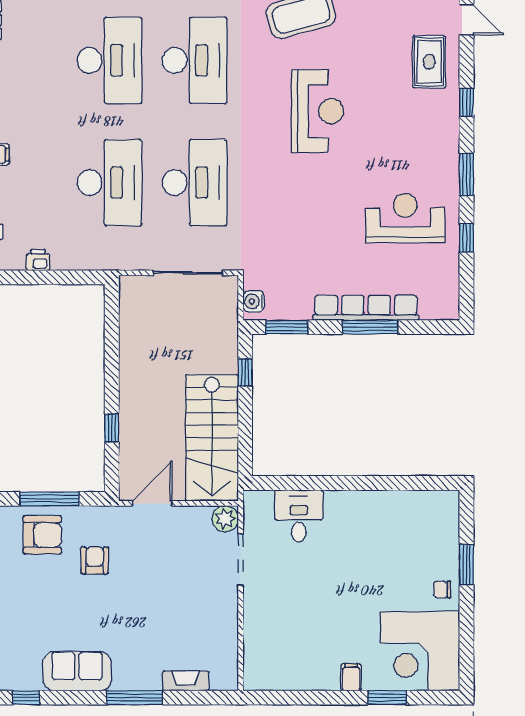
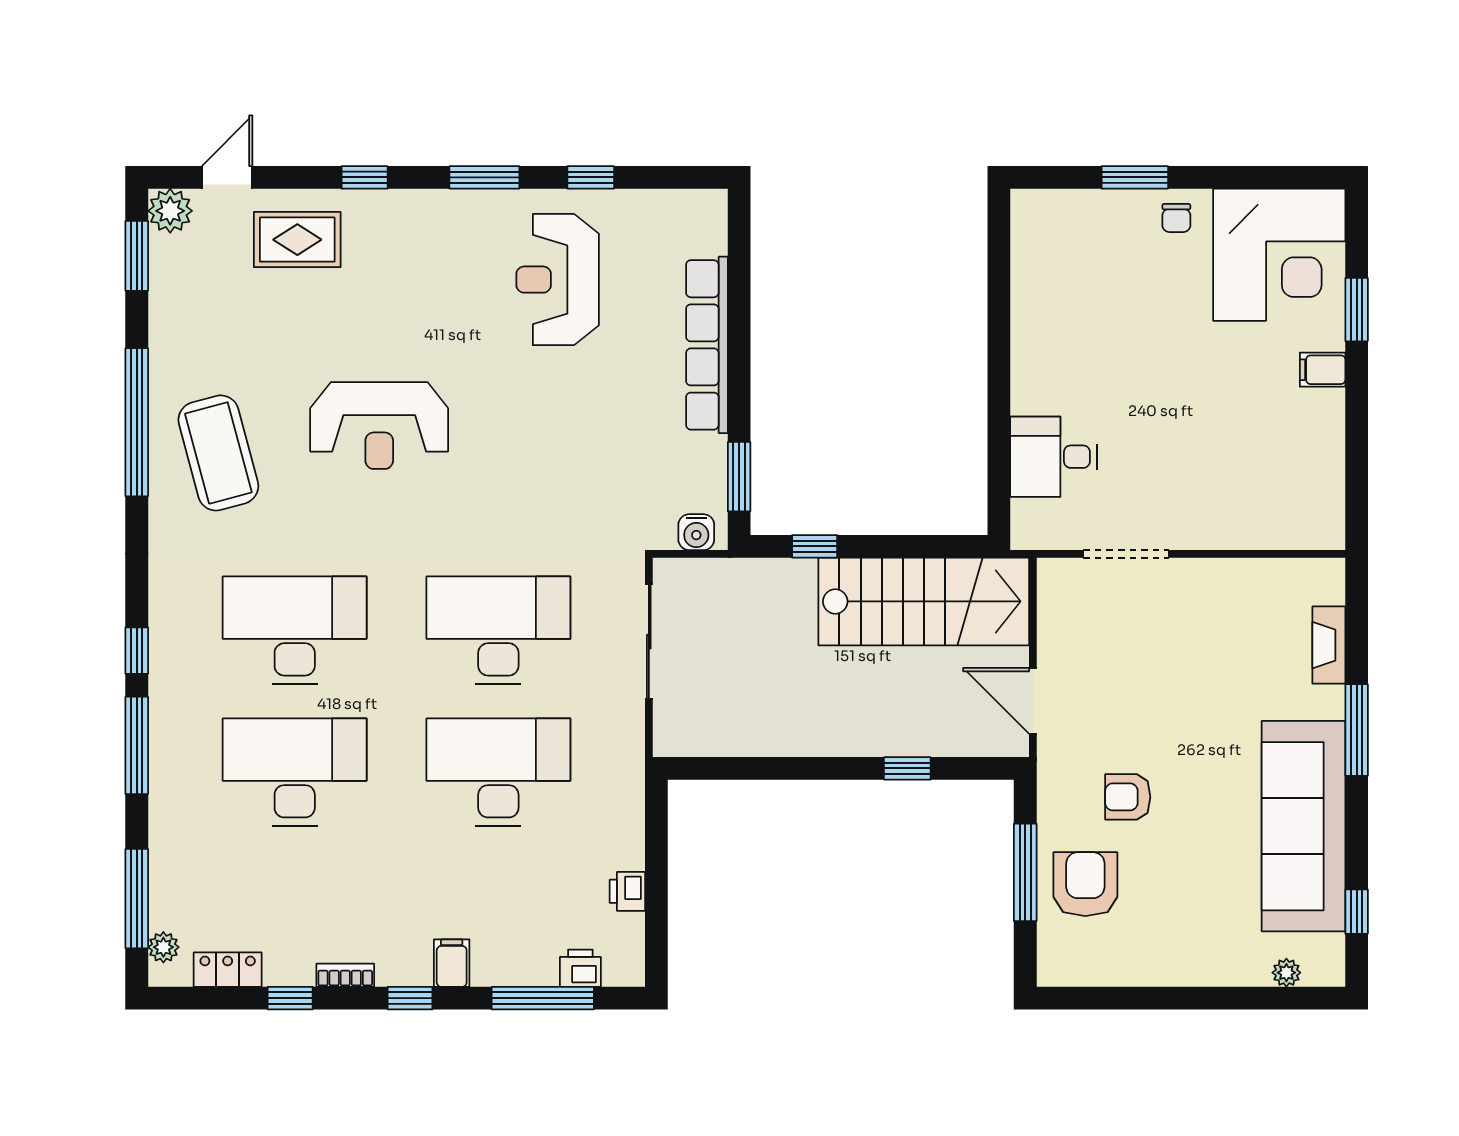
reception desk: (318, 111) -> (379, 425), turned 180
window: (370, 327) -> (739, 338), removed
plant: (225, 519) -> (1059, 580), removed
sofa: (77, 671) -> (1304, 826), width x1.85, depth x1.27

